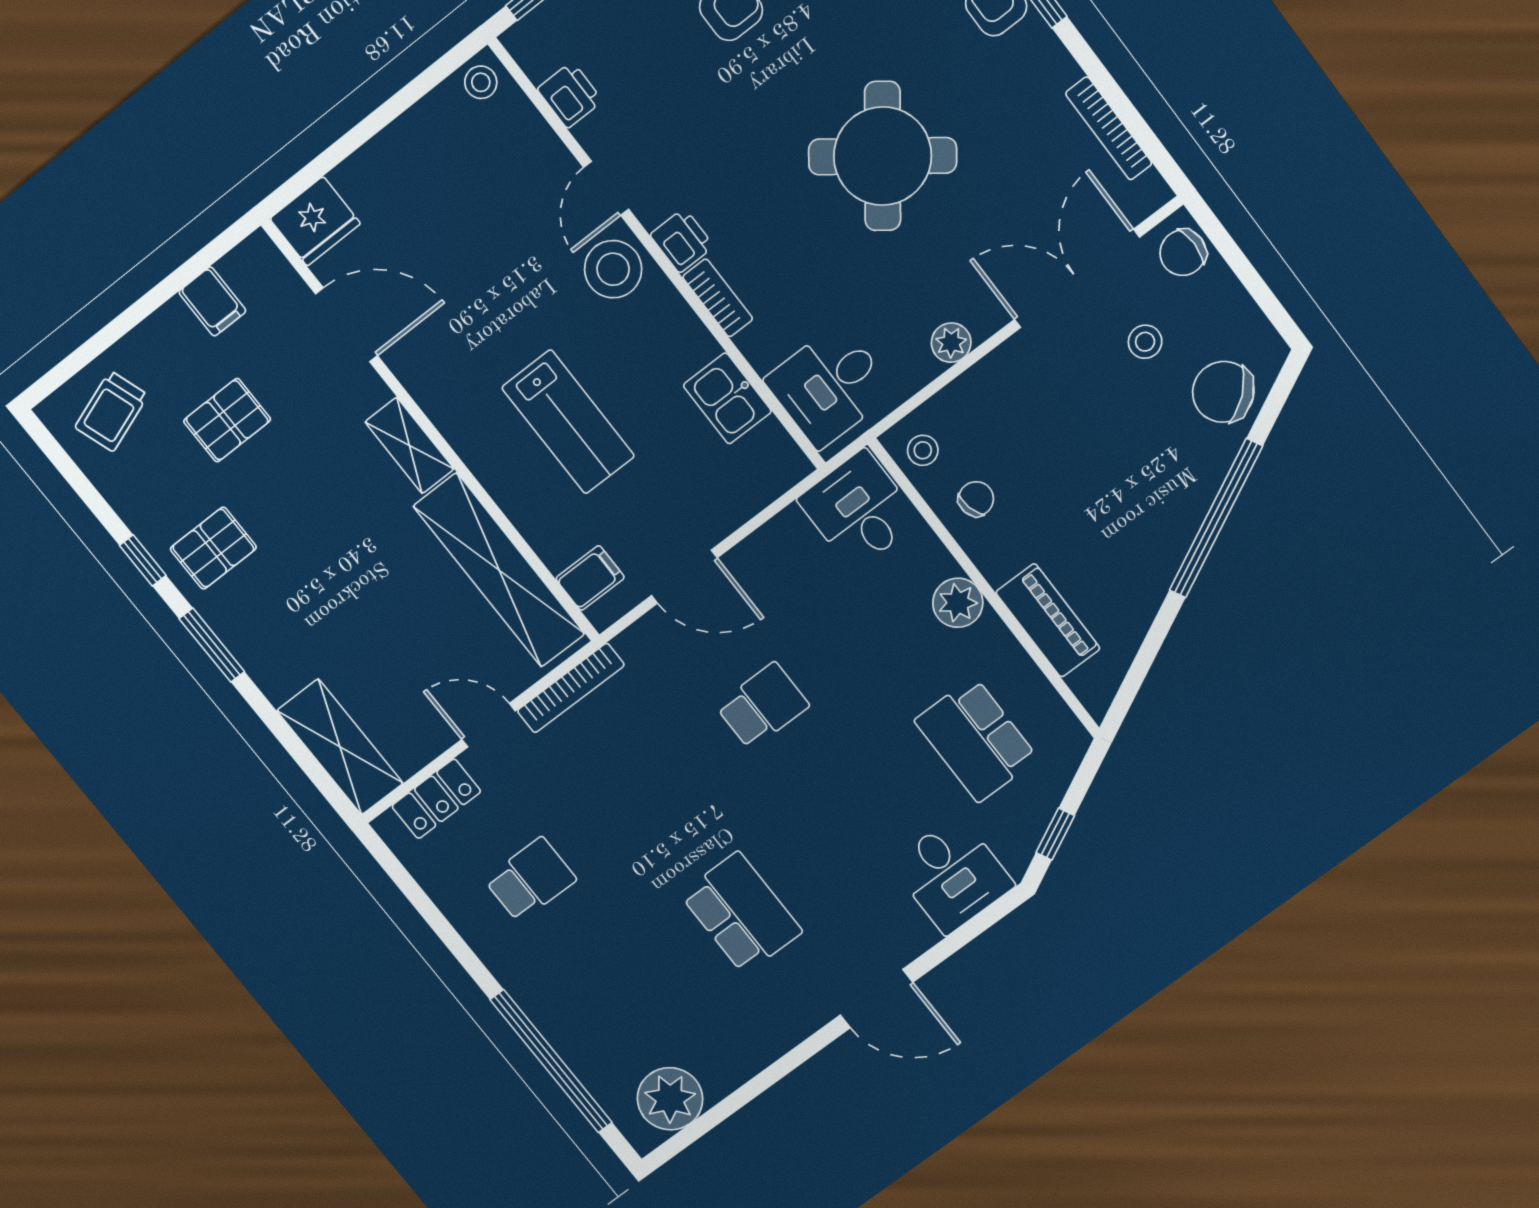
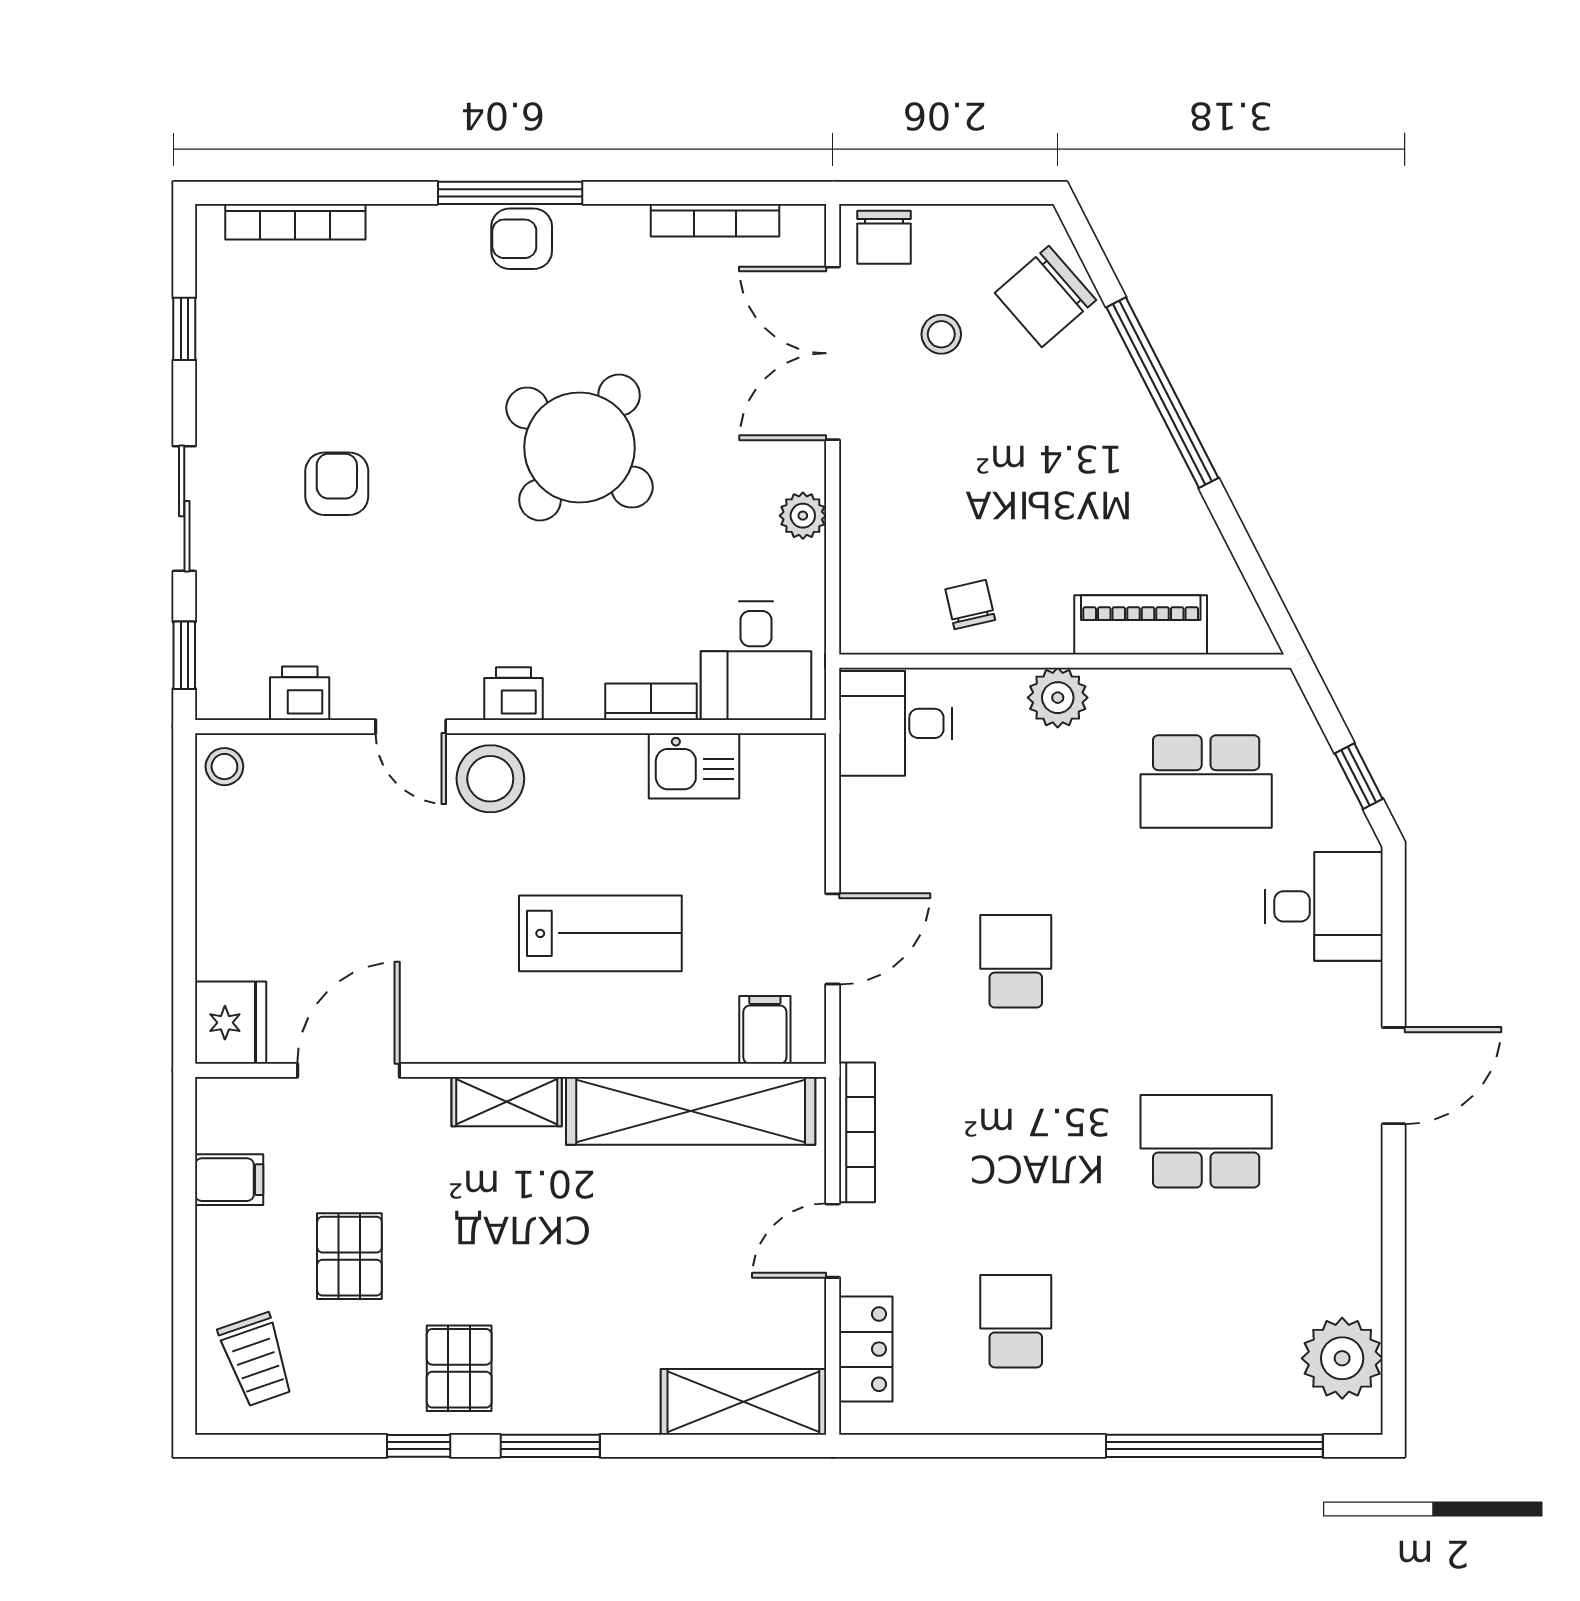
bookcase: (718, 298) -> (651, 702), moved
stool: (923, 450) -> (885, 620), removed

